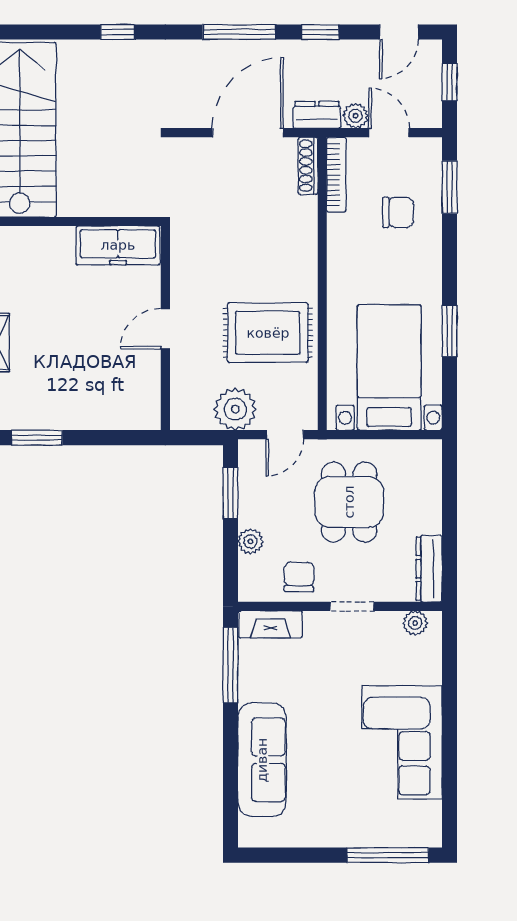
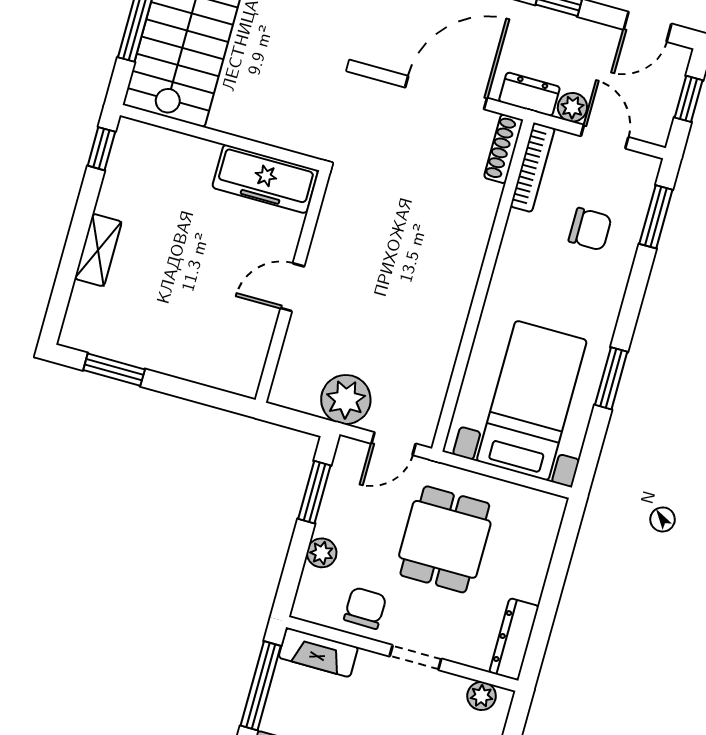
rug: (268, 333) -> (406, 324), removed

